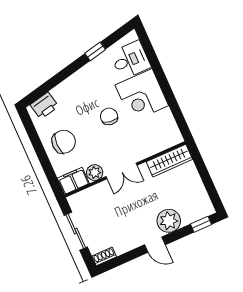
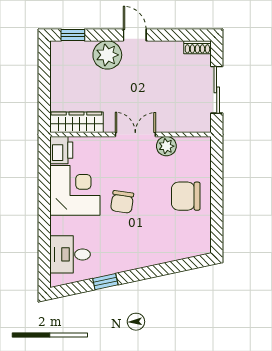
corner desk: (142, 95) -> (75, 190), moved
printer: (44, 106) -> (61, 150), moved, turned 102
filing cabinet: (73, 181) -> (194, 147), removed

